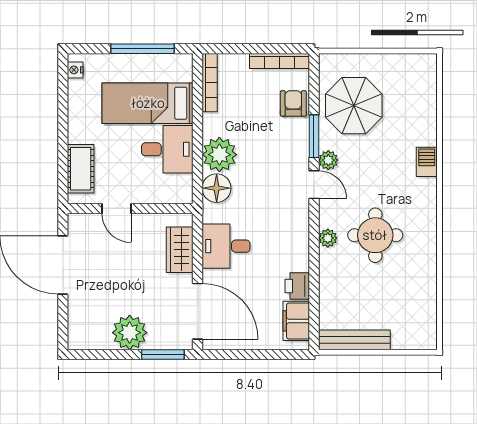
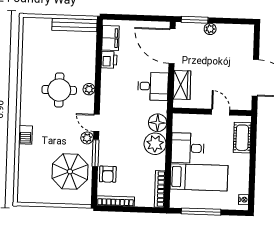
plant: (130, 333) -> (210, 29), width x0.53, depth x0.53

